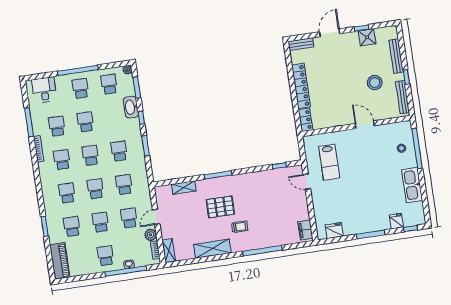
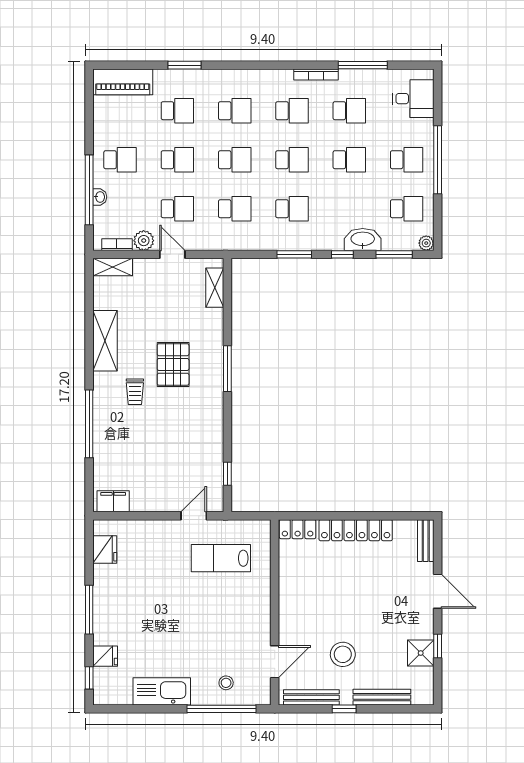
door: (365, 125) -> (275, 662), moved
shelving: (184, 188) -> (215, 288), moved

